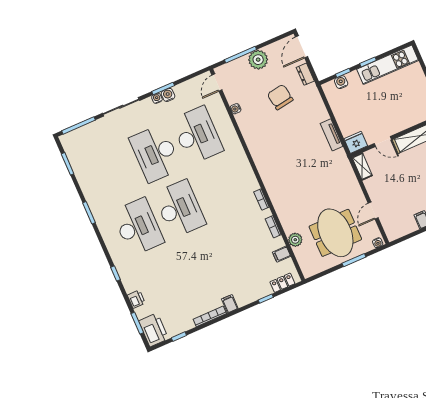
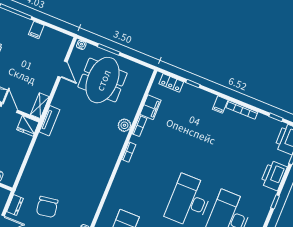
tv unit: (332, 135) -> (49, 121), moved
door: (373, 210) -> (62, 69), hinge flipped
plant: (295, 240) -> (124, 125), moved
filing cabinet: (282, 254) -> (150, 107), width x2.00
printer: (136, 299) -> (274, 175), width x1.87, depth x1.48

